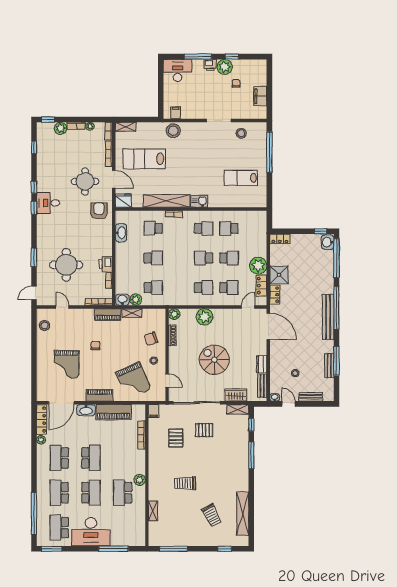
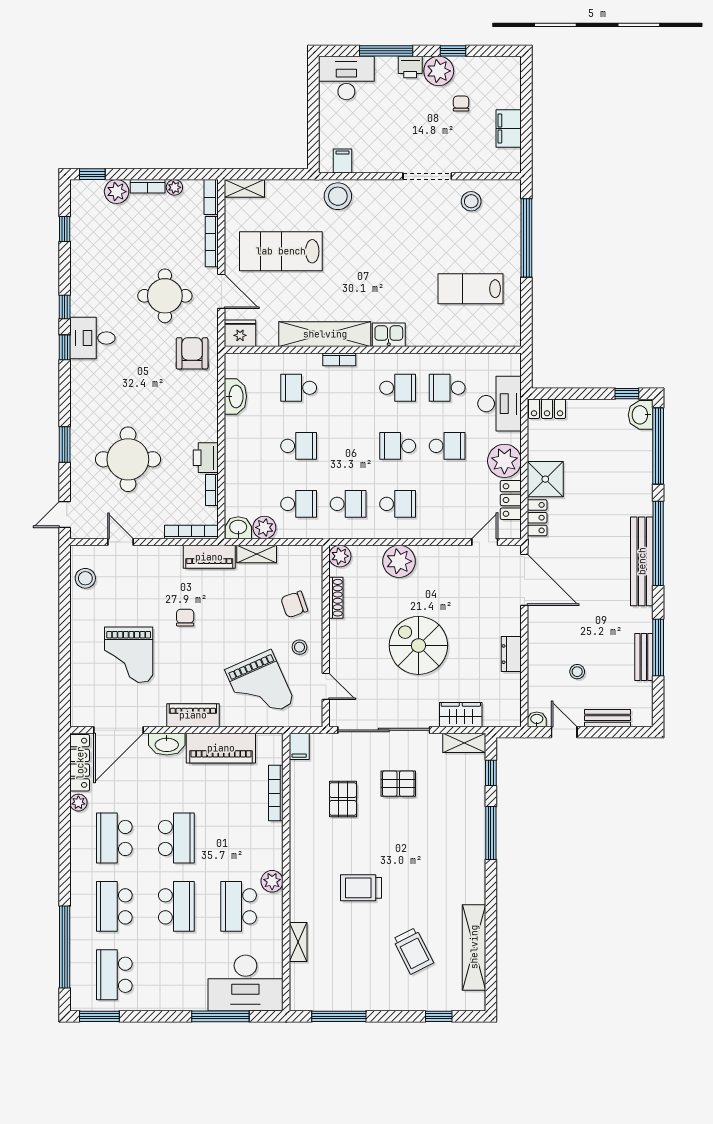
desk: (256, 236) -> (500, 404), added
school desk: (229, 288) -> (348, 504), moved
bench: (262, 386) -> (512, 697), removed
desk: (91, 532) -> (245, 983), moved

